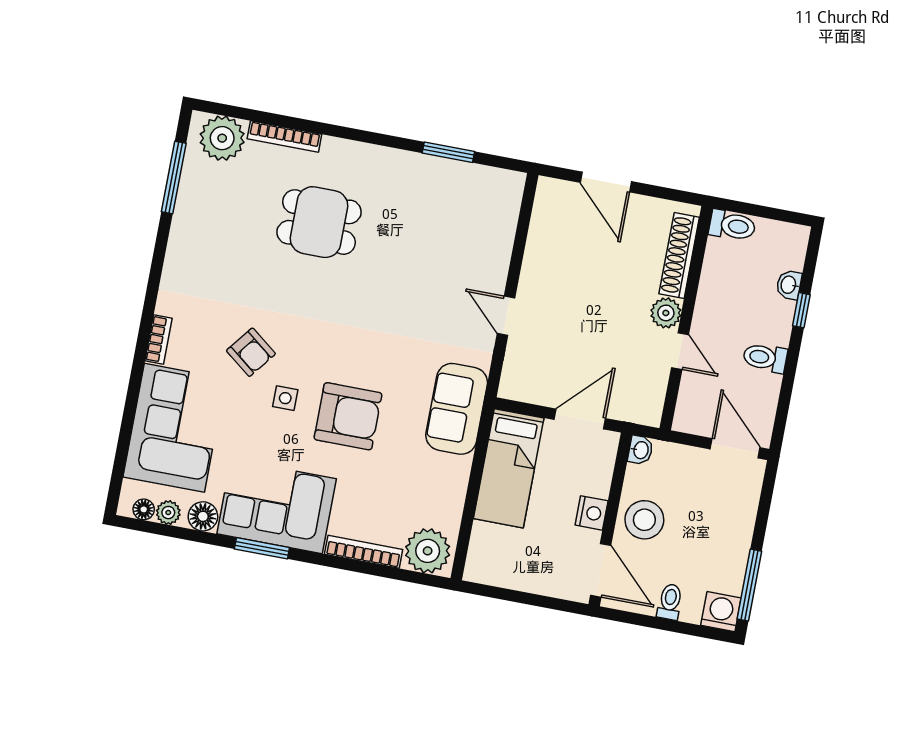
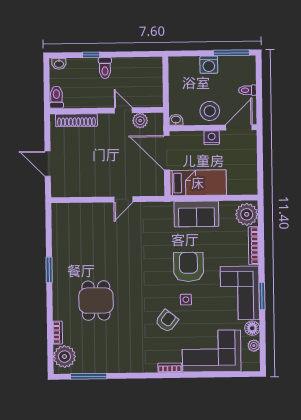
bookcase: (284, 137) -> (58, 333), width x0.64
window: (448, 152) -> (49, 270), moved
door: (606, 182) -> (48, 164), swing flipped
washbasin: (789, 285) -> (59, 64), moved
plant: (666, 313) -> (140, 121), moved
door: (680, 351) -> (123, 110), hinge flipped
toilet: (765, 358) -> (105, 68), moved
sofa: (457, 409) -> (196, 214), moved
door: (580, 419) -> (167, 153), width x1.36
door: (735, 448) -> (166, 74), removed
floor lamp: (144, 509) -> (255, 358), removed
washing machine: (721, 612) -> (209, 65), moved, turned -90

